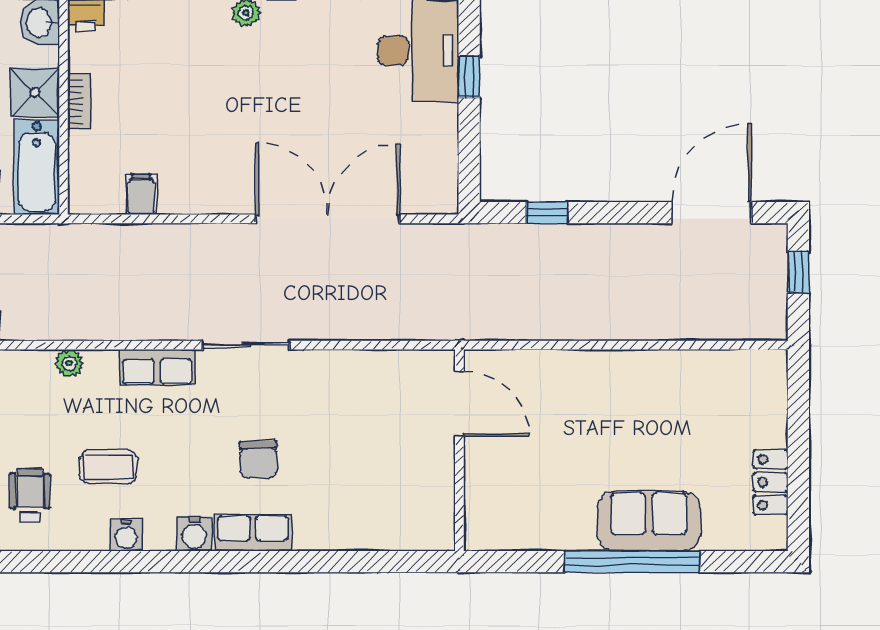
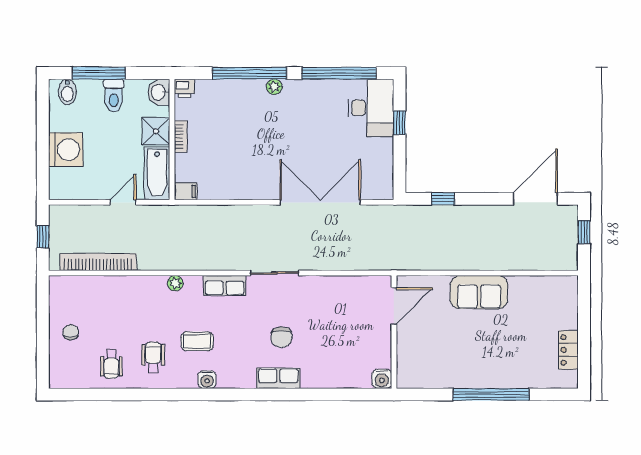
filing cabinet: (141, 194) -> (186, 191), moved, turned 90
door: (459, 404) -> (394, 306), hinge flipped
sofa: (649, 521) -> (479, 292), moved, turned 180
water cooler: (194, 534) -> (382, 379), moved

